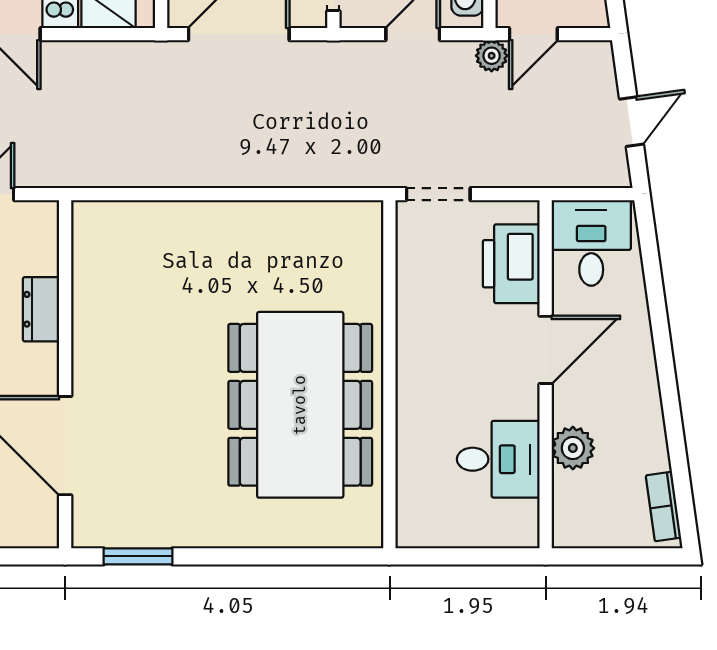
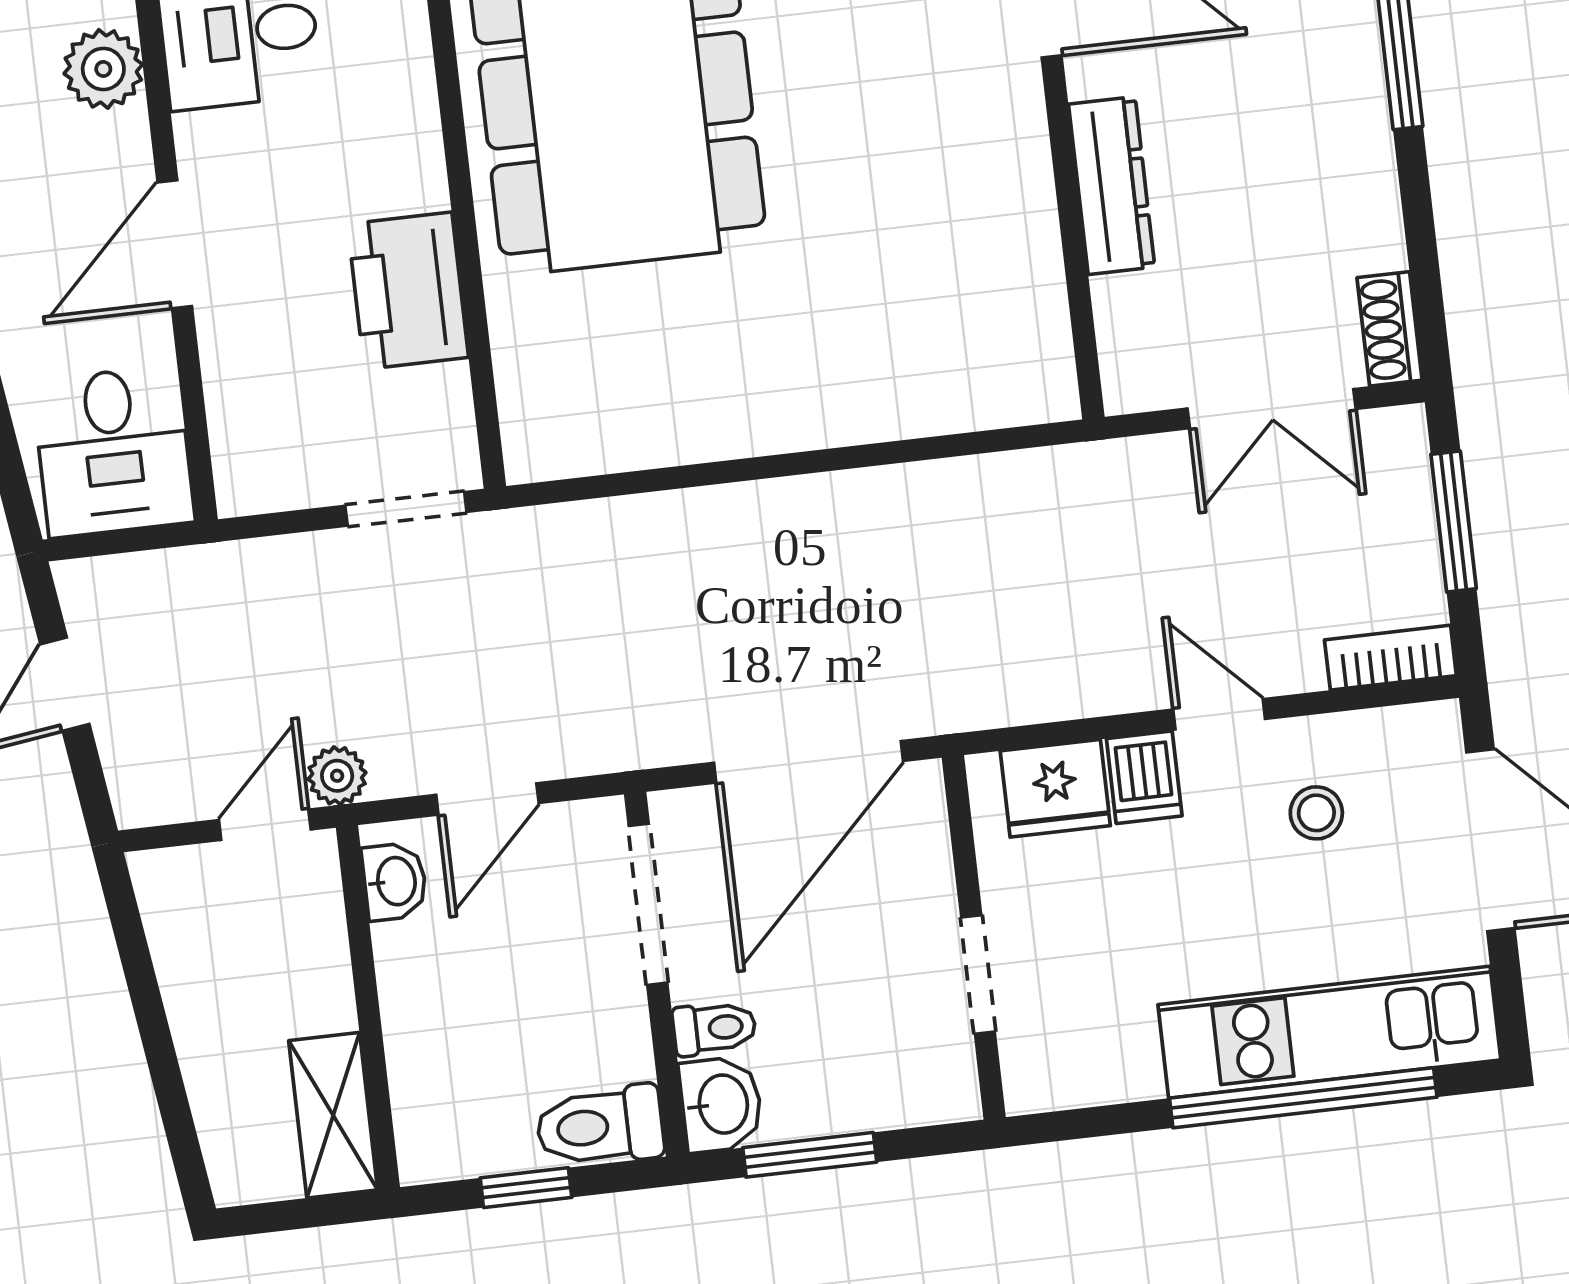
printer: (511, 264) -> (408, 291), moved, turned 180
dresser: (41, 309) -> (1112, 186), width x1.44

